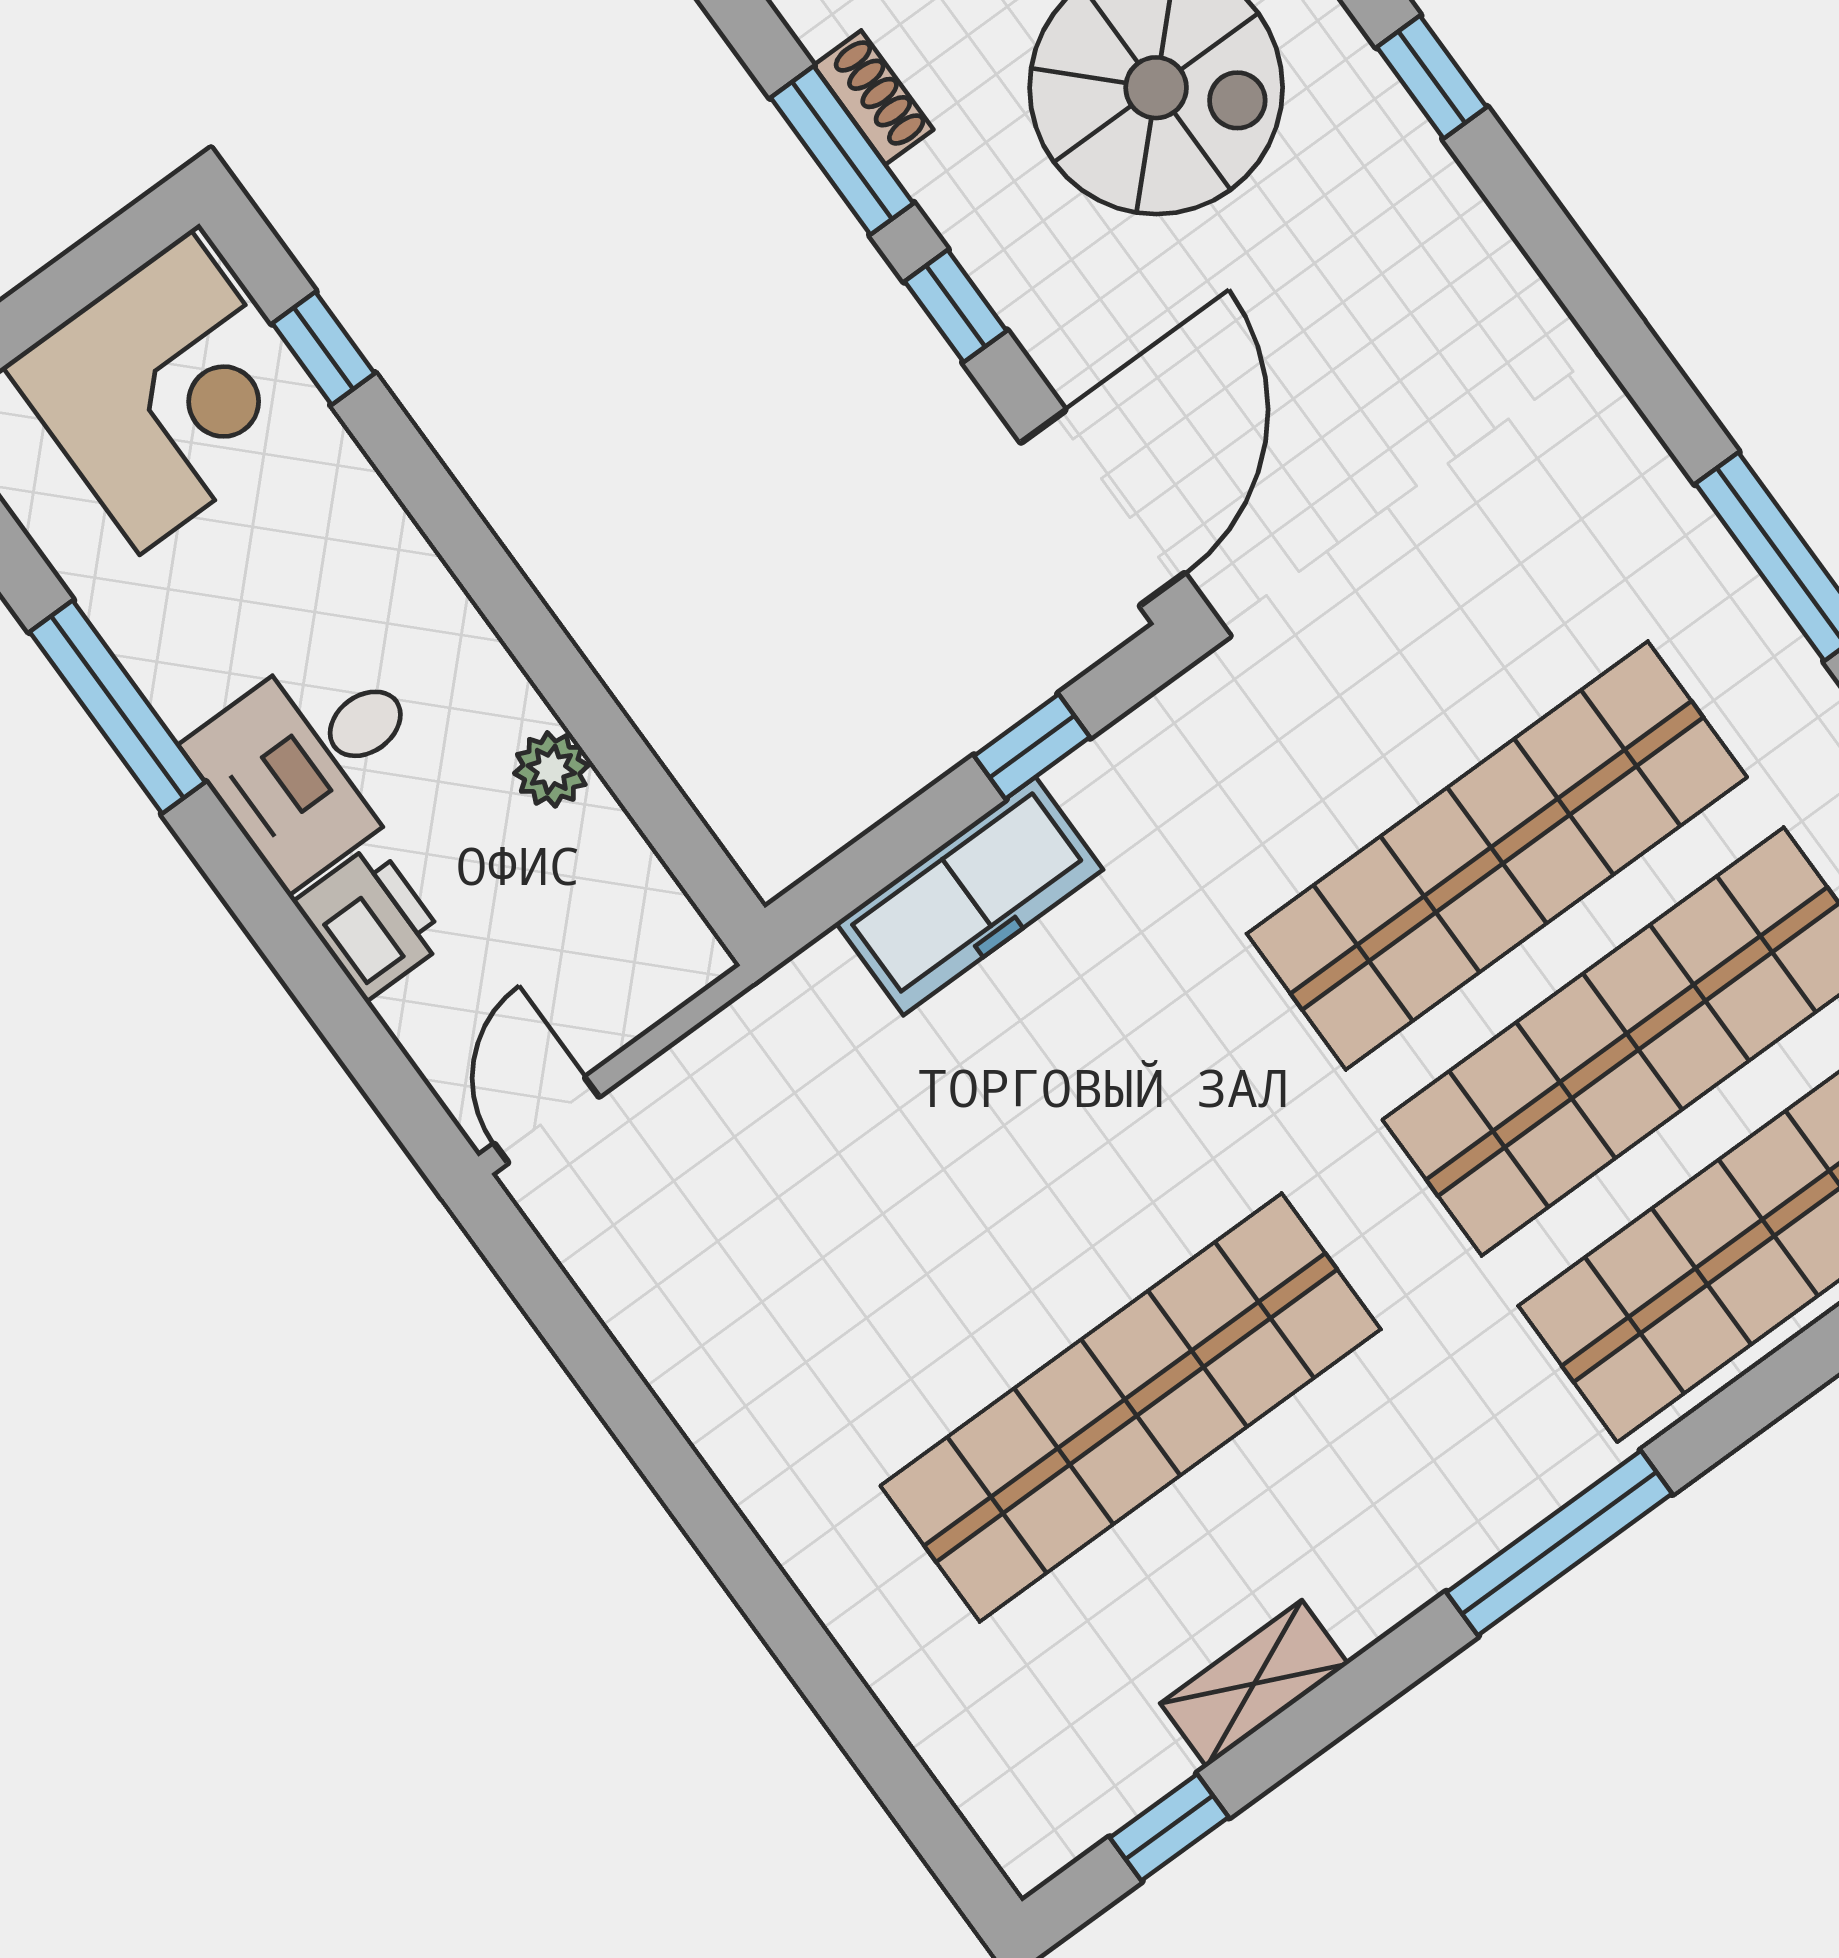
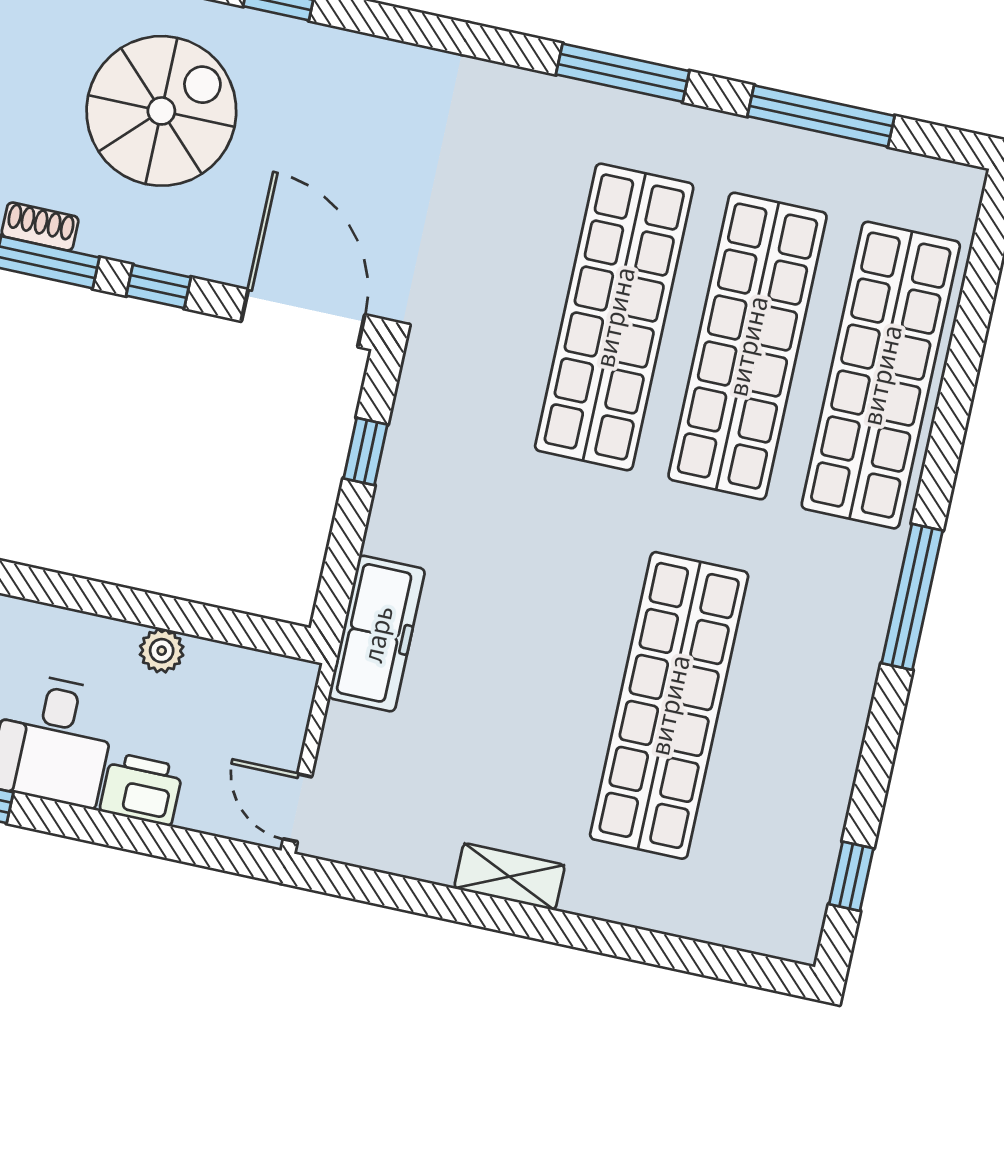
freezer: (969, 896) -> (377, 634), moved
shelving: (1254, 1684) -> (509, 877), moved, turned 90

